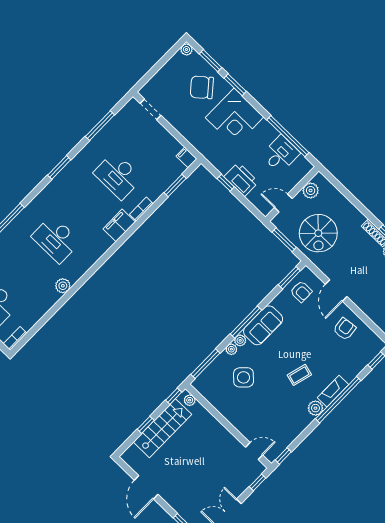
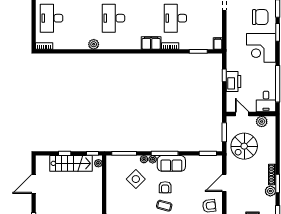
chair: (202, 87) -> (260, 17), turned 130
desk: (281, 154) -> (266, 102), moved, turned 90
armchair: (301, 292) -> (165, 187), moved

